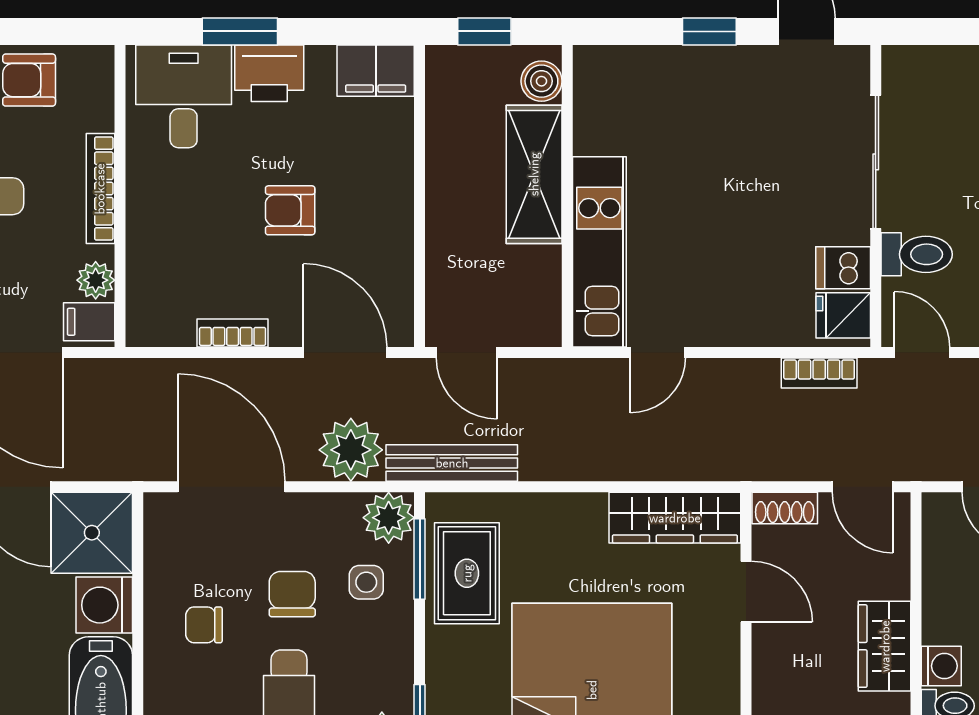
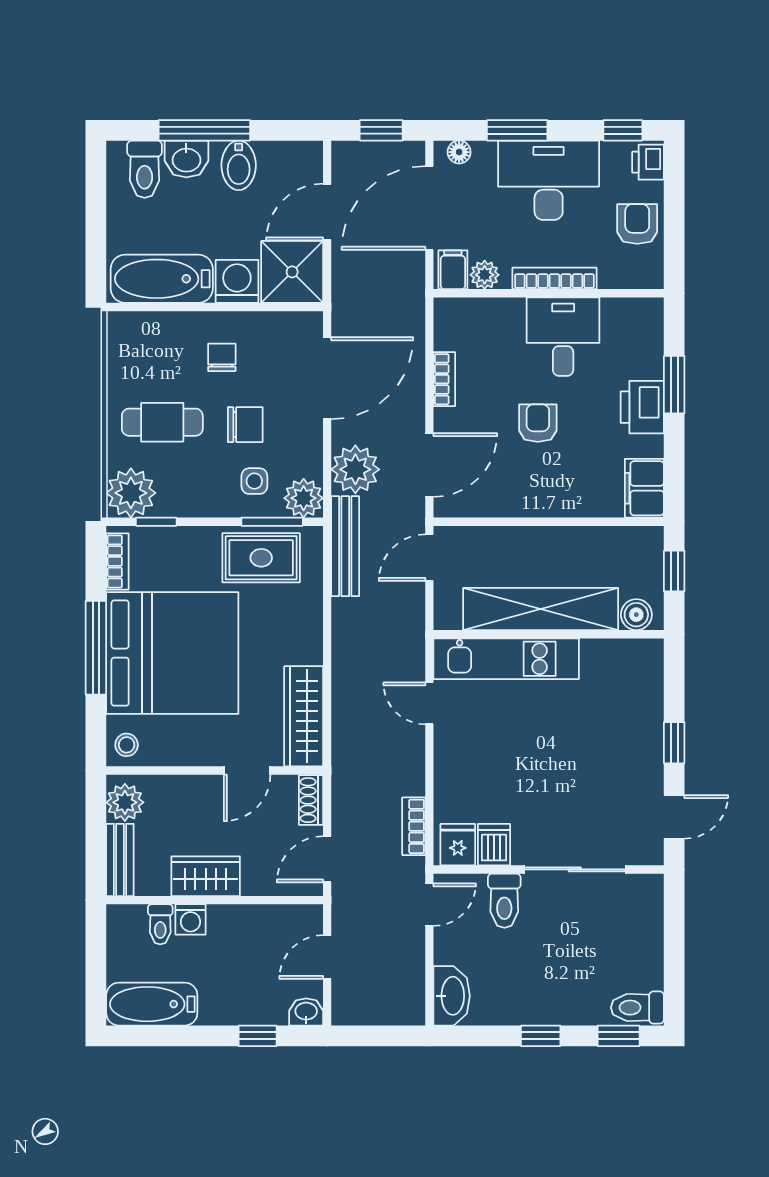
desk: (184, 96) -> (563, 337), moved, turned -90
shelving: (534, 174) -> (541, 609), width x1.47

